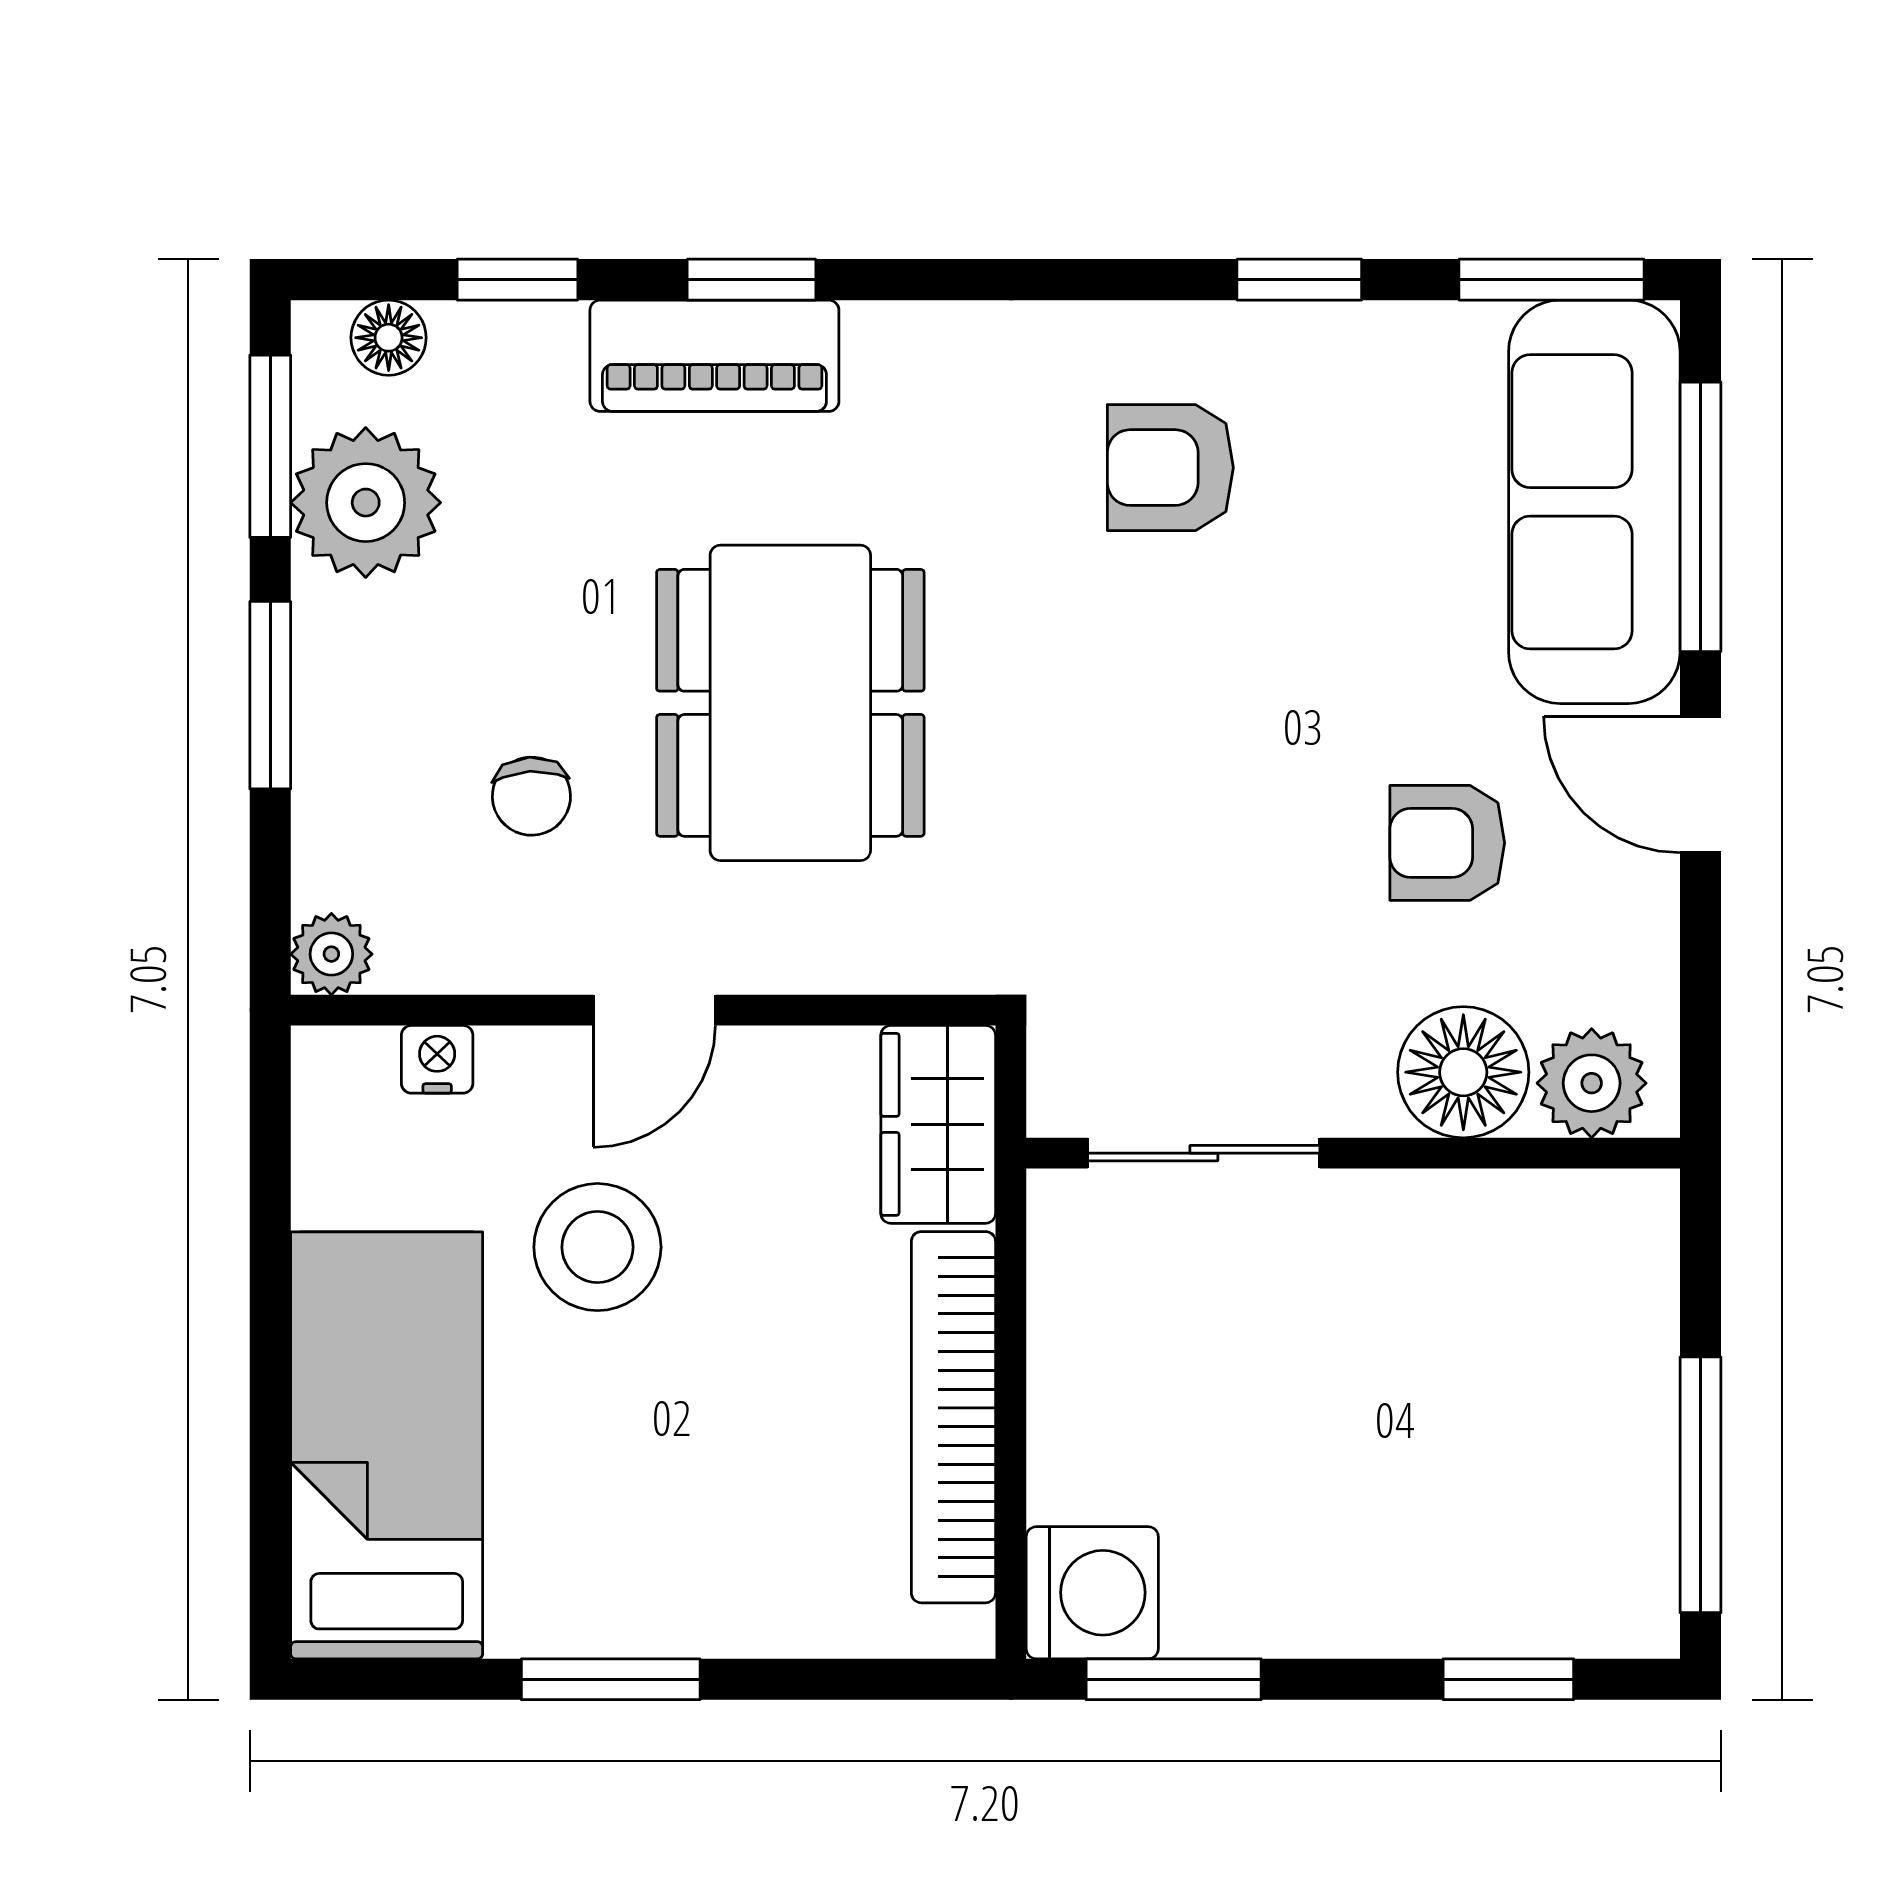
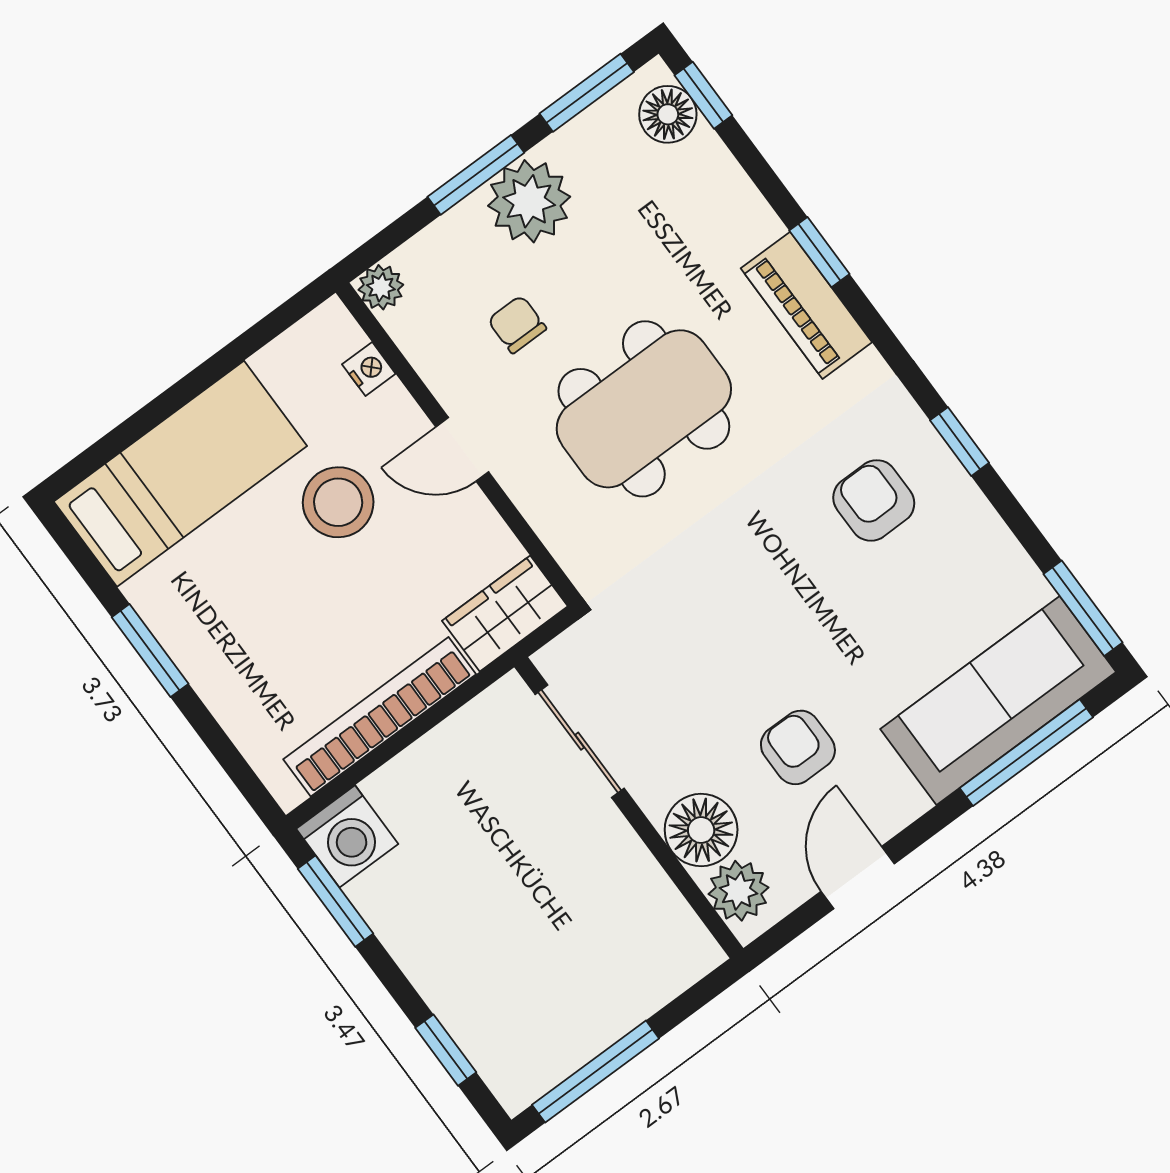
window: (517, 280) -> (703, 95), moved
window: (1299, 280) -> (960, 442), moved
floor lamp: (389, 338) -> (668, 114), width x1.37, depth x1.37
piano: (714, 356) -> (806, 305), moved
plant: (366, 503) -> (529, 201), moved
door: (1700, 784) -> (858, 878), moved
chair: (531, 796) -> (517, 324), turned 93

